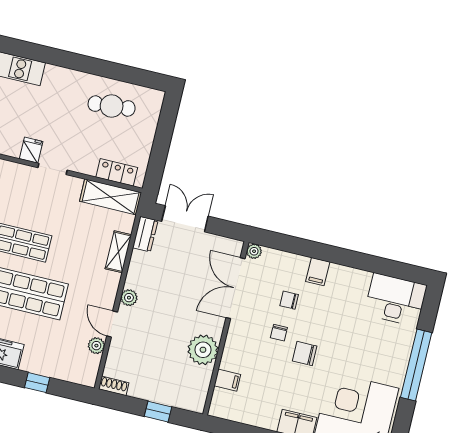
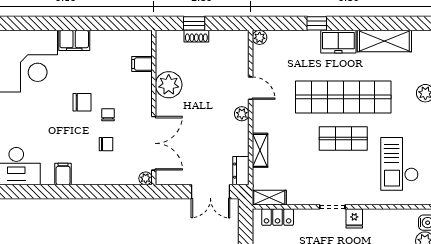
shelving: (111, 197) -> (269, 198), width x0.67, depth x0.75
filing cabinet: (318, 272) -> (63, 174), moved
plant: (96, 346) -> (260, 37), moved
window: (37, 383) -> (317, 23), moved
shoe rack: (114, 386) -> (196, 36), moved

